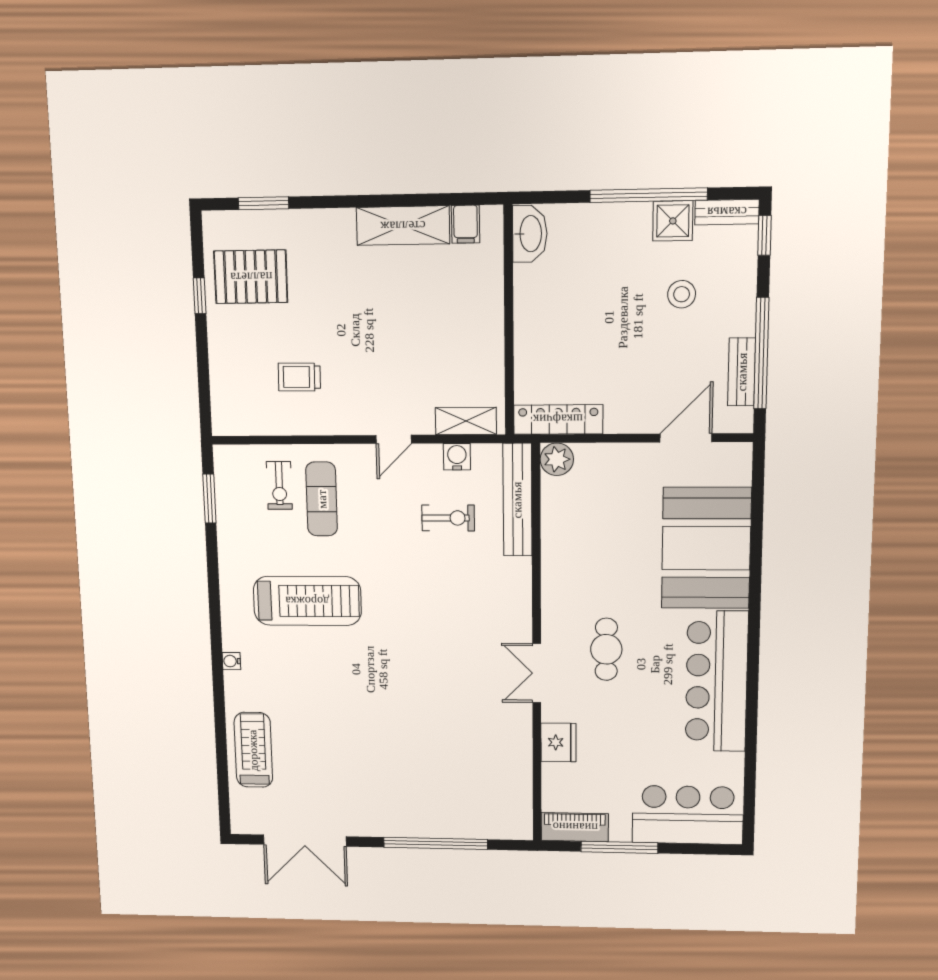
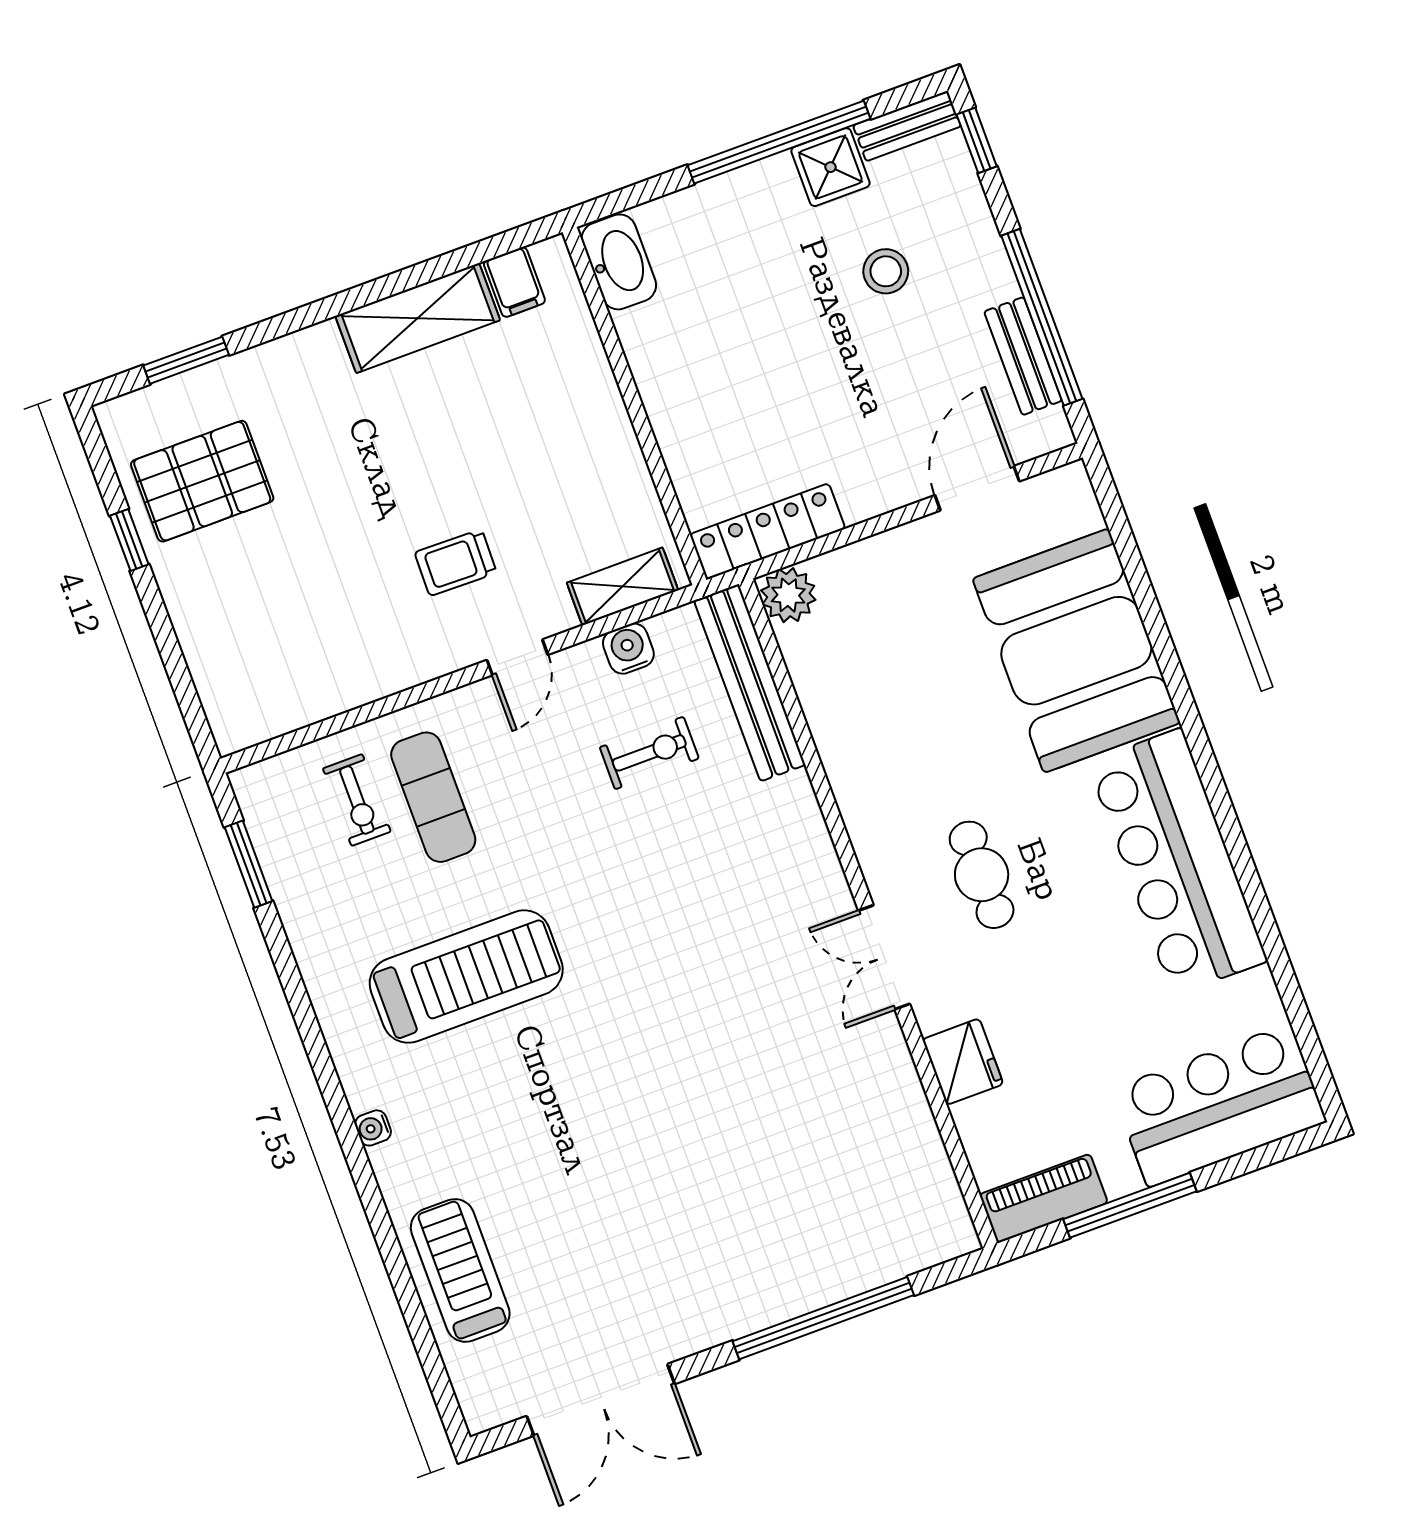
trolley: (299, 377) -> (456, 563), moved

